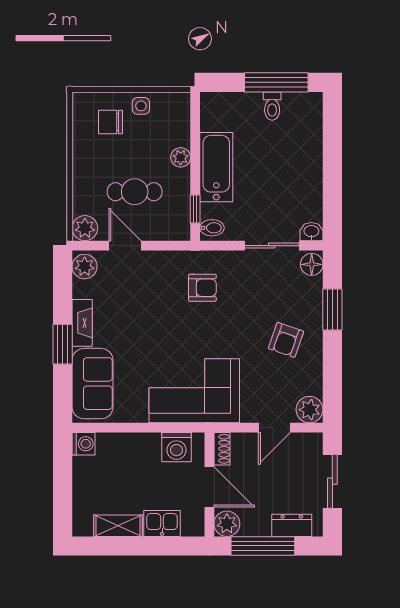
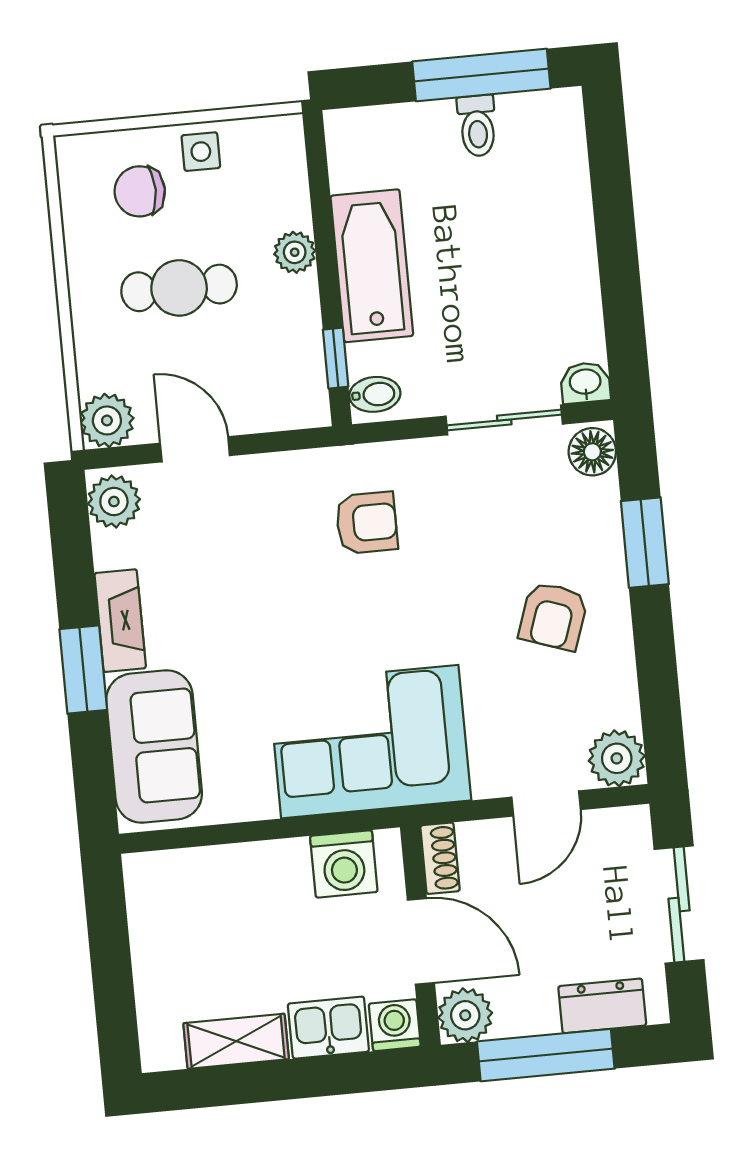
cafe table: (135, 192) -> (179, 288), moved
washing machine: (83, 444) -> (395, 1025), moved, turned -90

